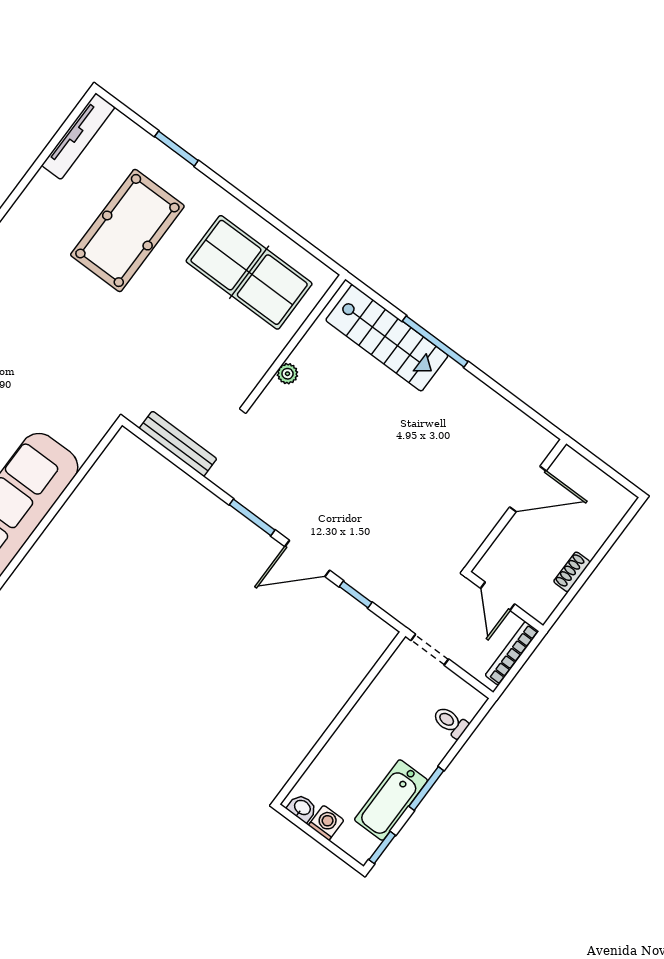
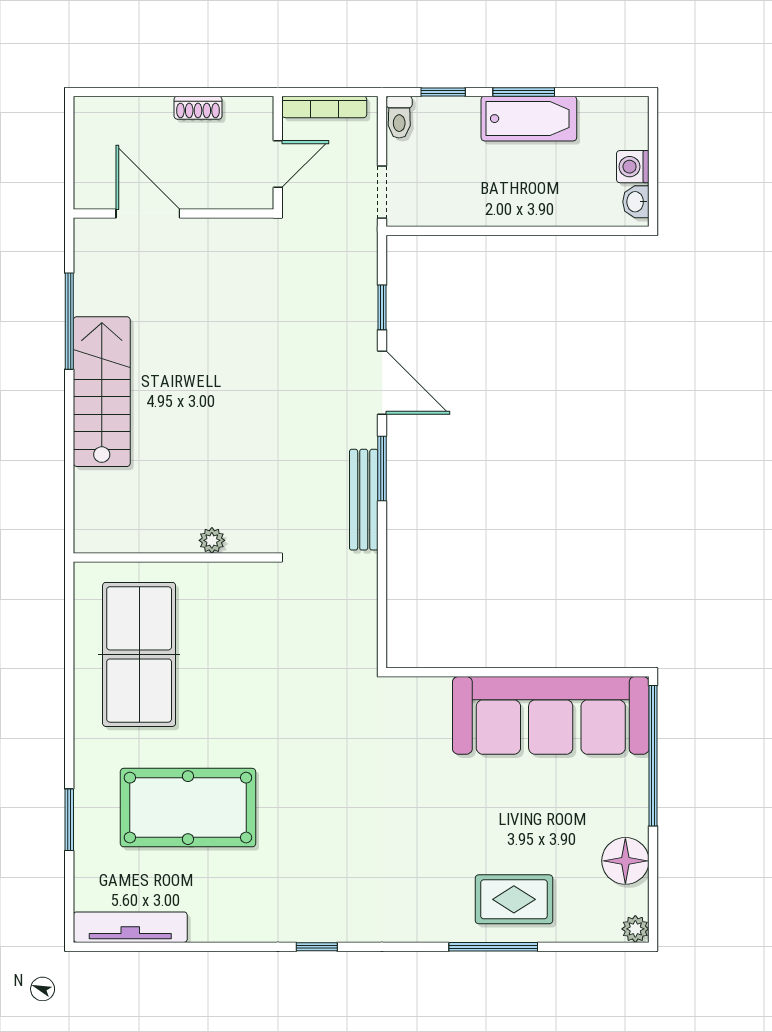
stairs: (387, 338) -> (102, 392), moved
window: (435, 341) -> (69, 321), moved
bench: (178, 444) -> (364, 500), moved
toilet: (450, 722) -> (399, 117), moved
bathtub: (391, 800) -> (529, 119), moved
window: (382, 848) -> (443, 92), moved

